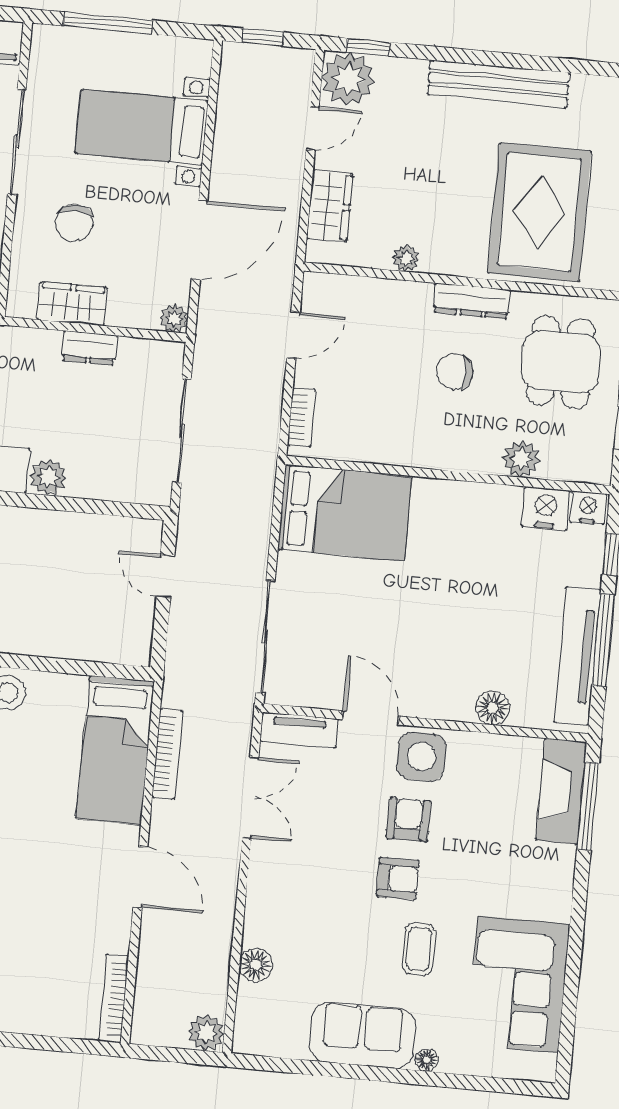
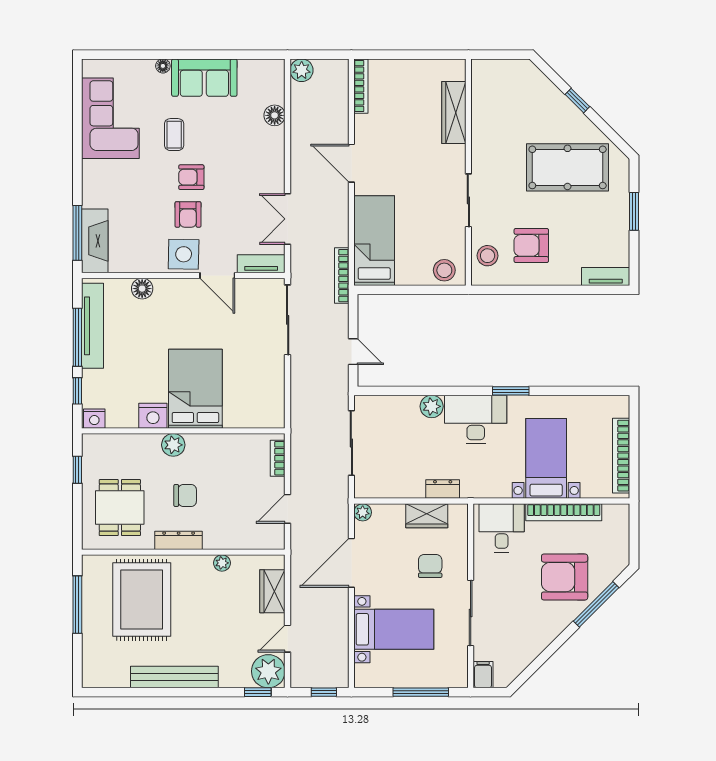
dresser: (89, 348) -> (443, 489), moved
plant: (521, 459) -> (173, 445), moved
nightstand: (546, 508) -> (153, 416), moved
bed: (345, 513) -> (195, 389), moved, turned 90
bookcase: (167, 754) -> (342, 276), moved

